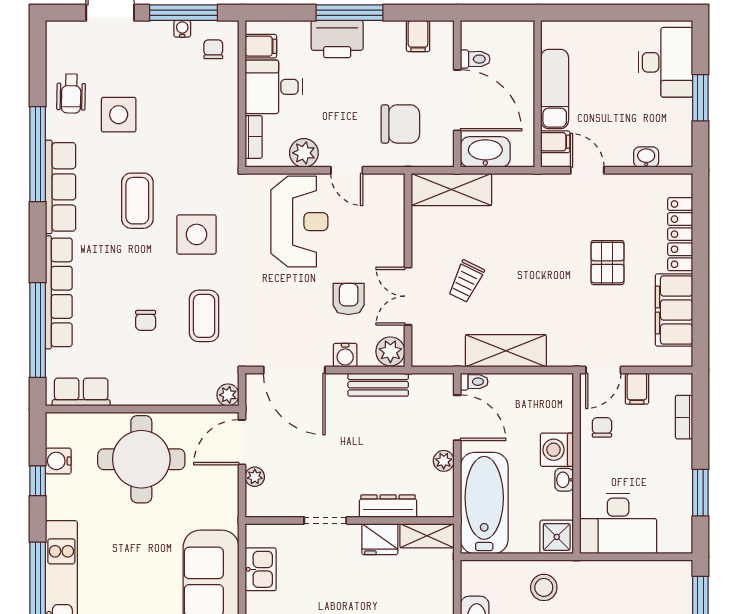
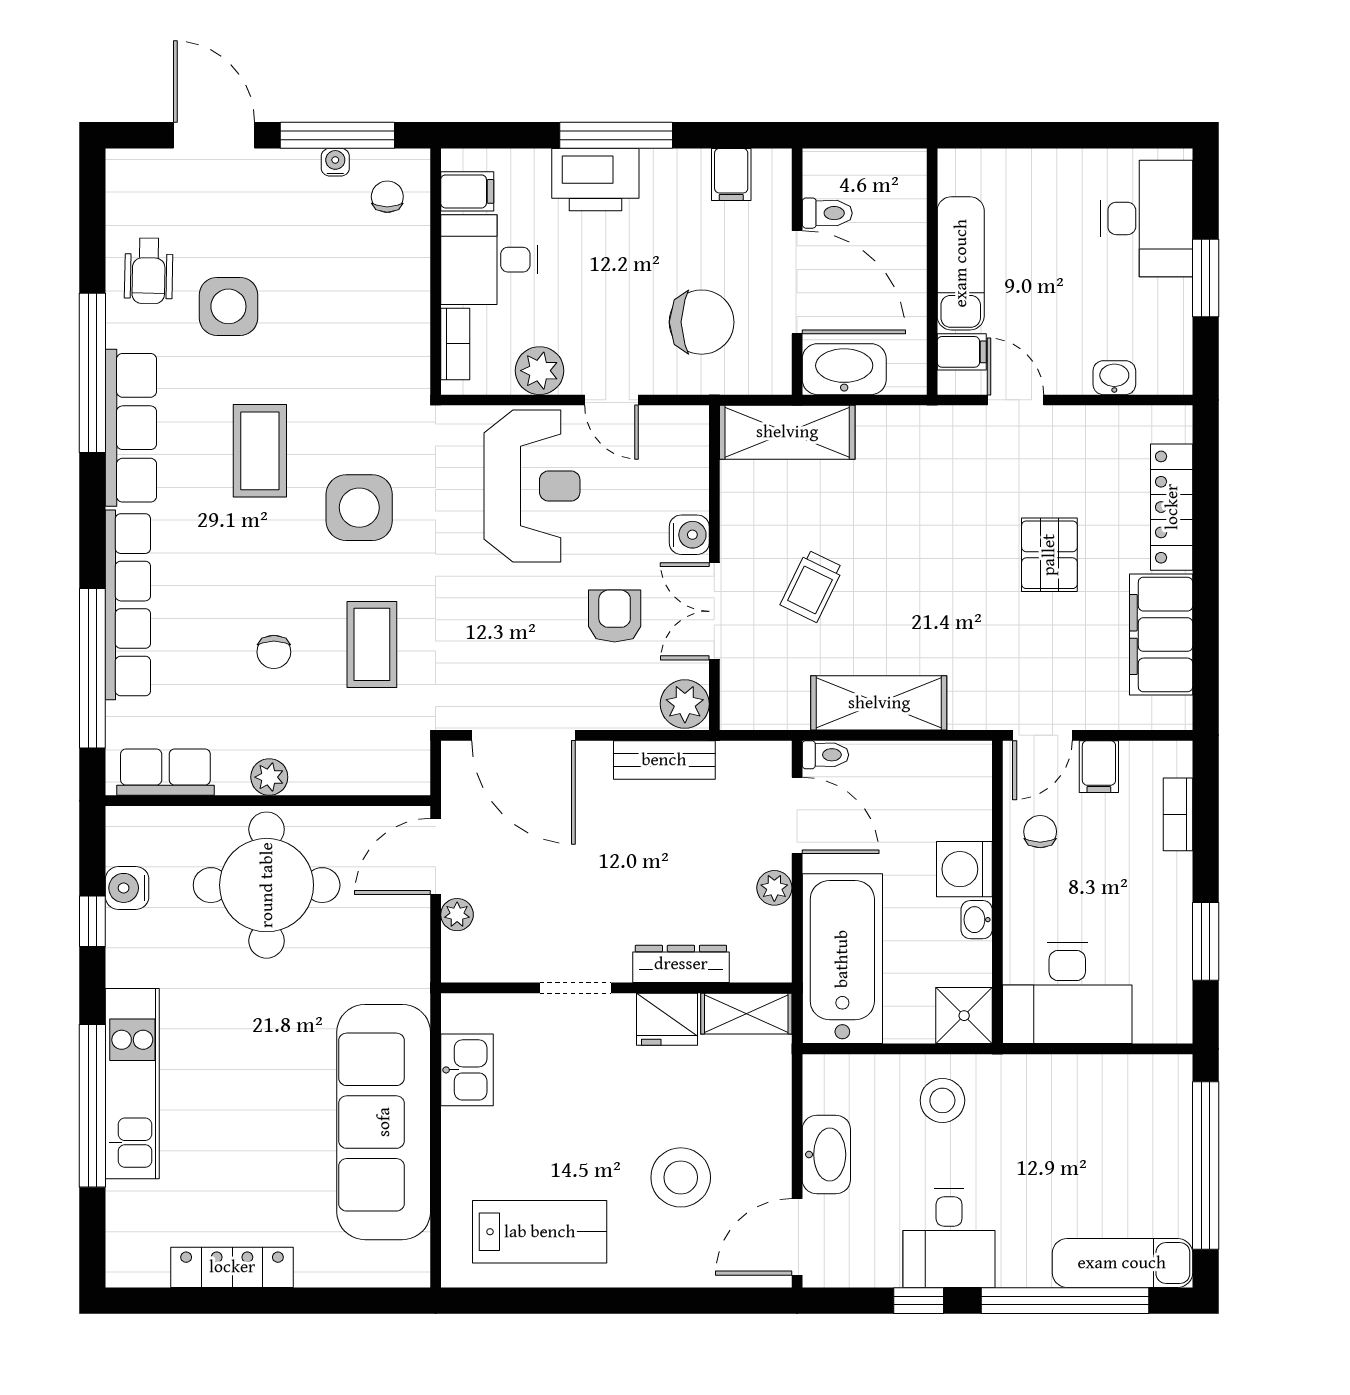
water cooler: (345, 355) -> (689, 535), moved, turned -90
plant: (228, 395) -> (269, 777), moved

